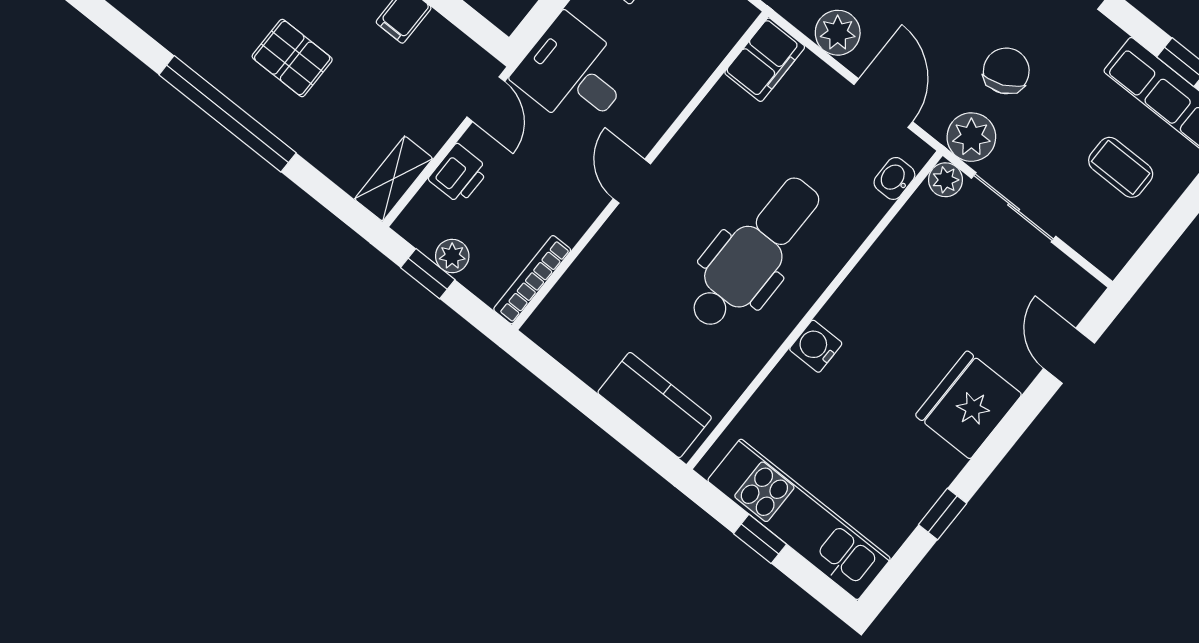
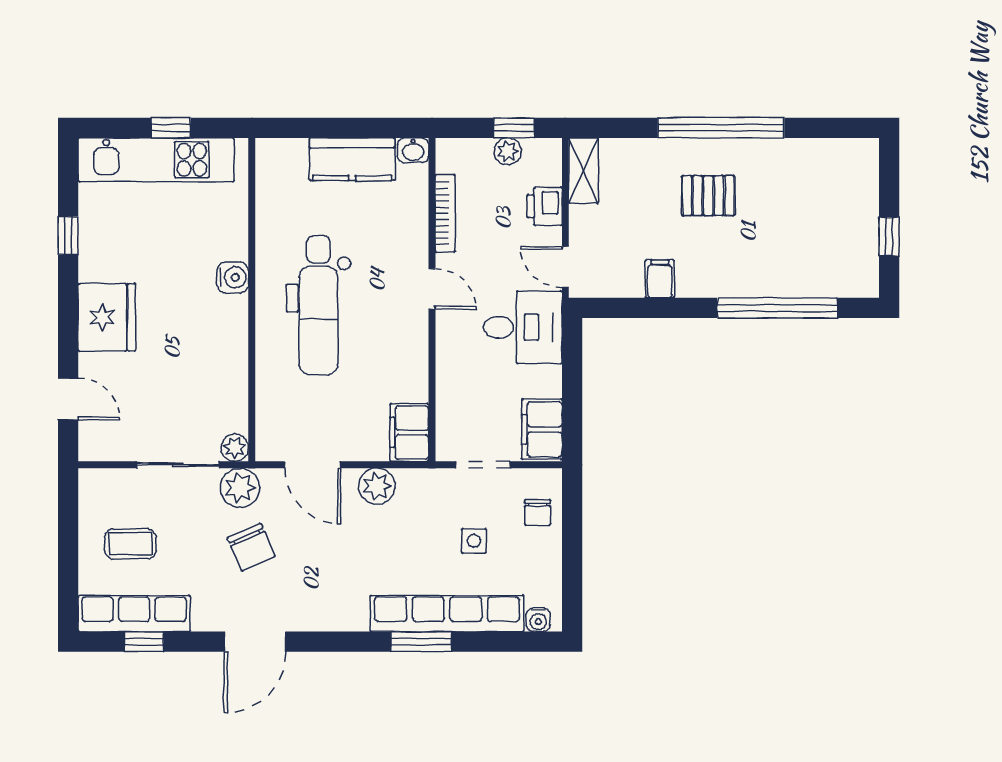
washbasin: (894, 178) -> (413, 150), moved, turned 90
bookcase: (532, 280) -> (445, 213), moved
kitchen counter: (655, 405) -> (352, 159), moved

